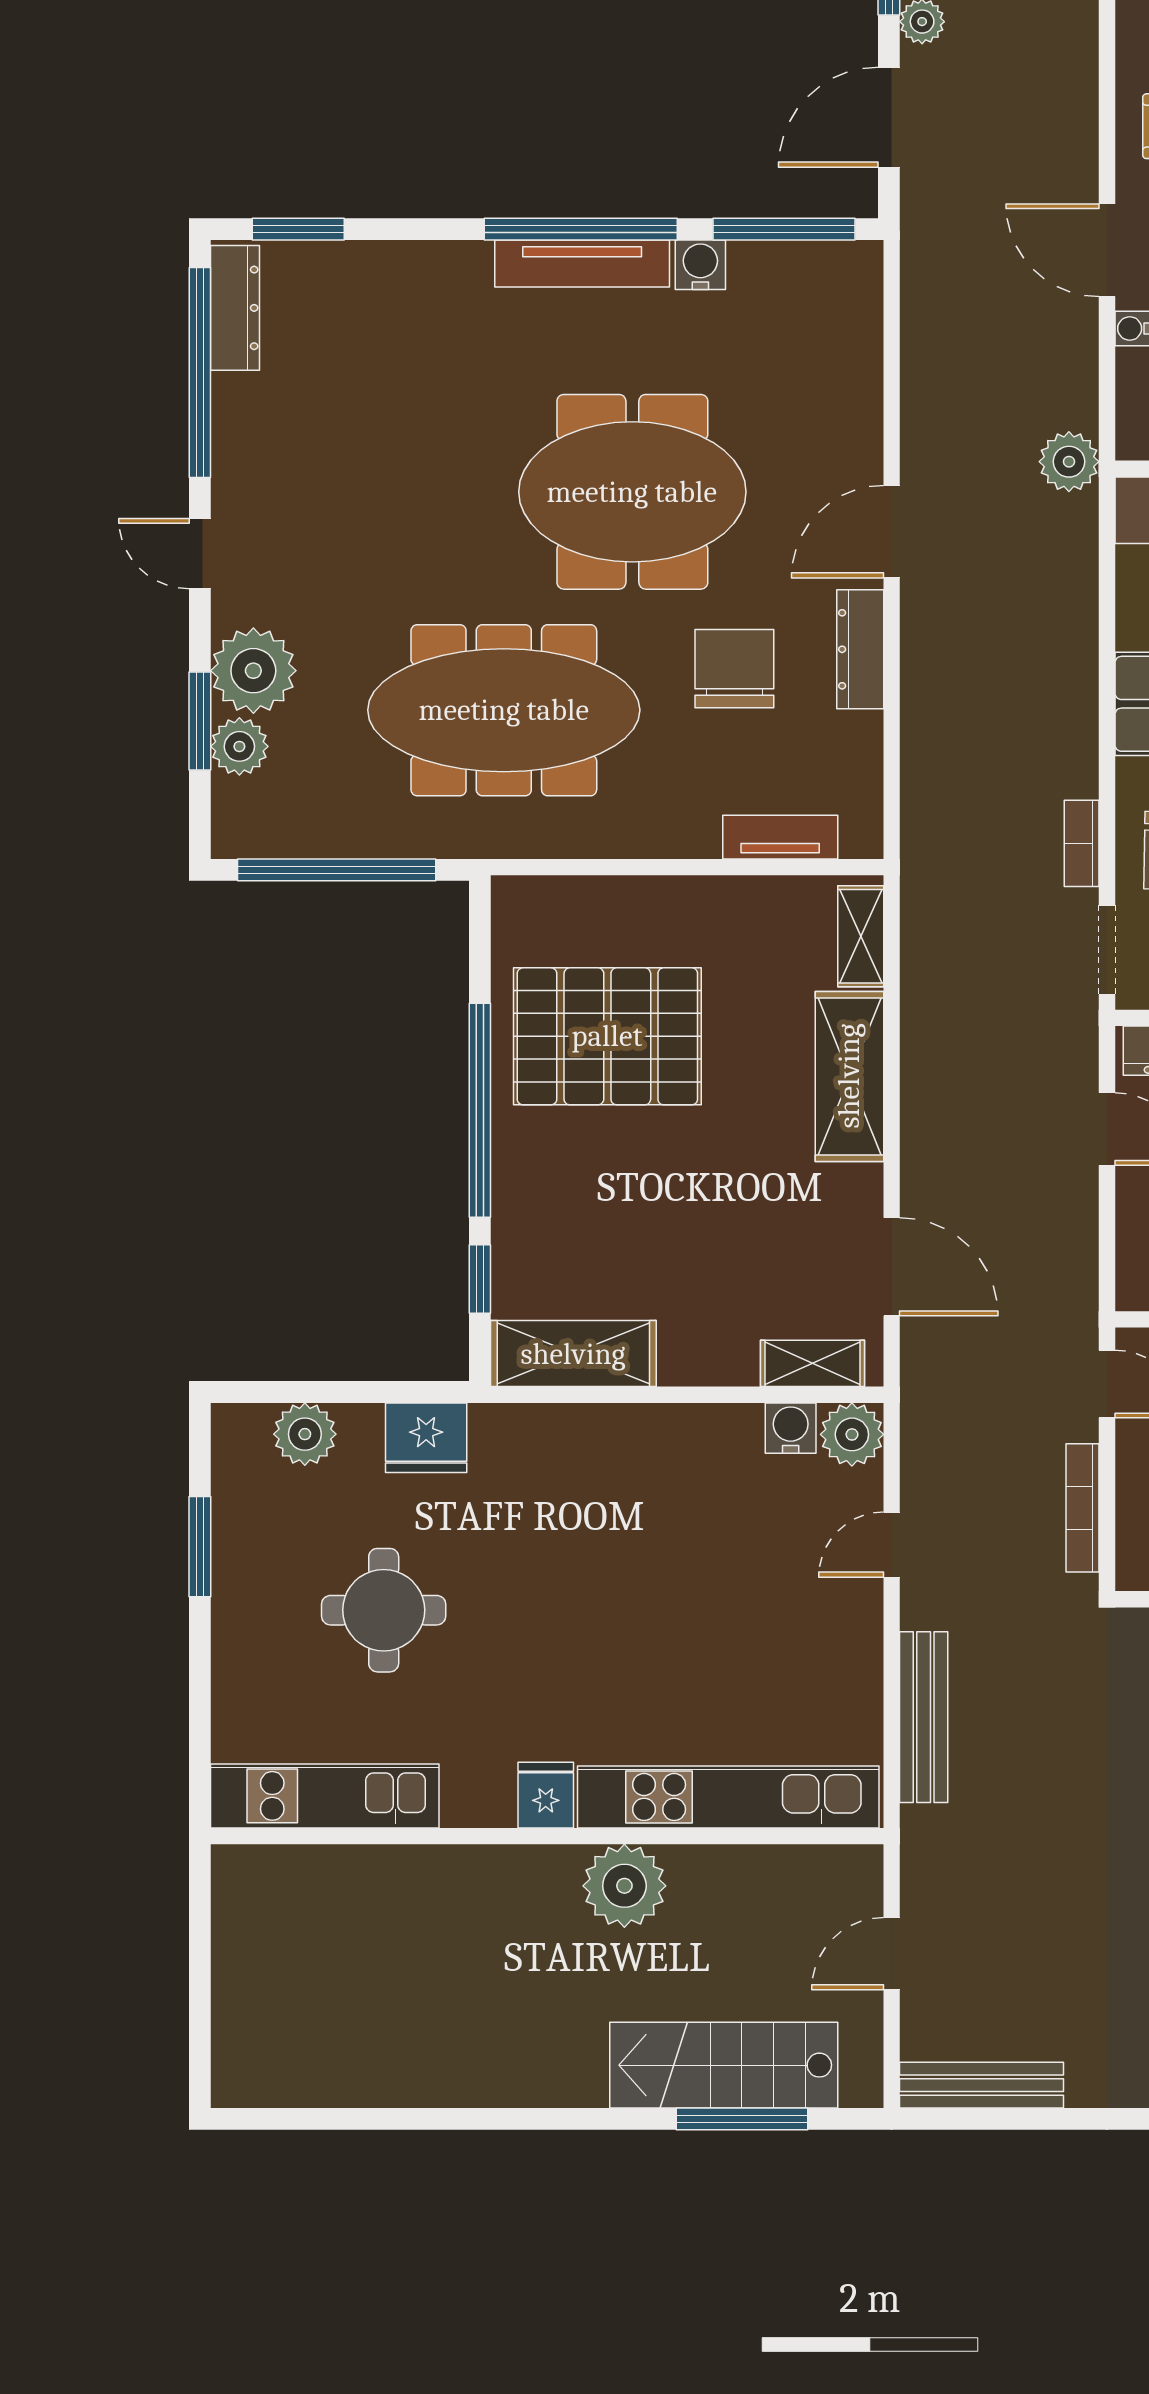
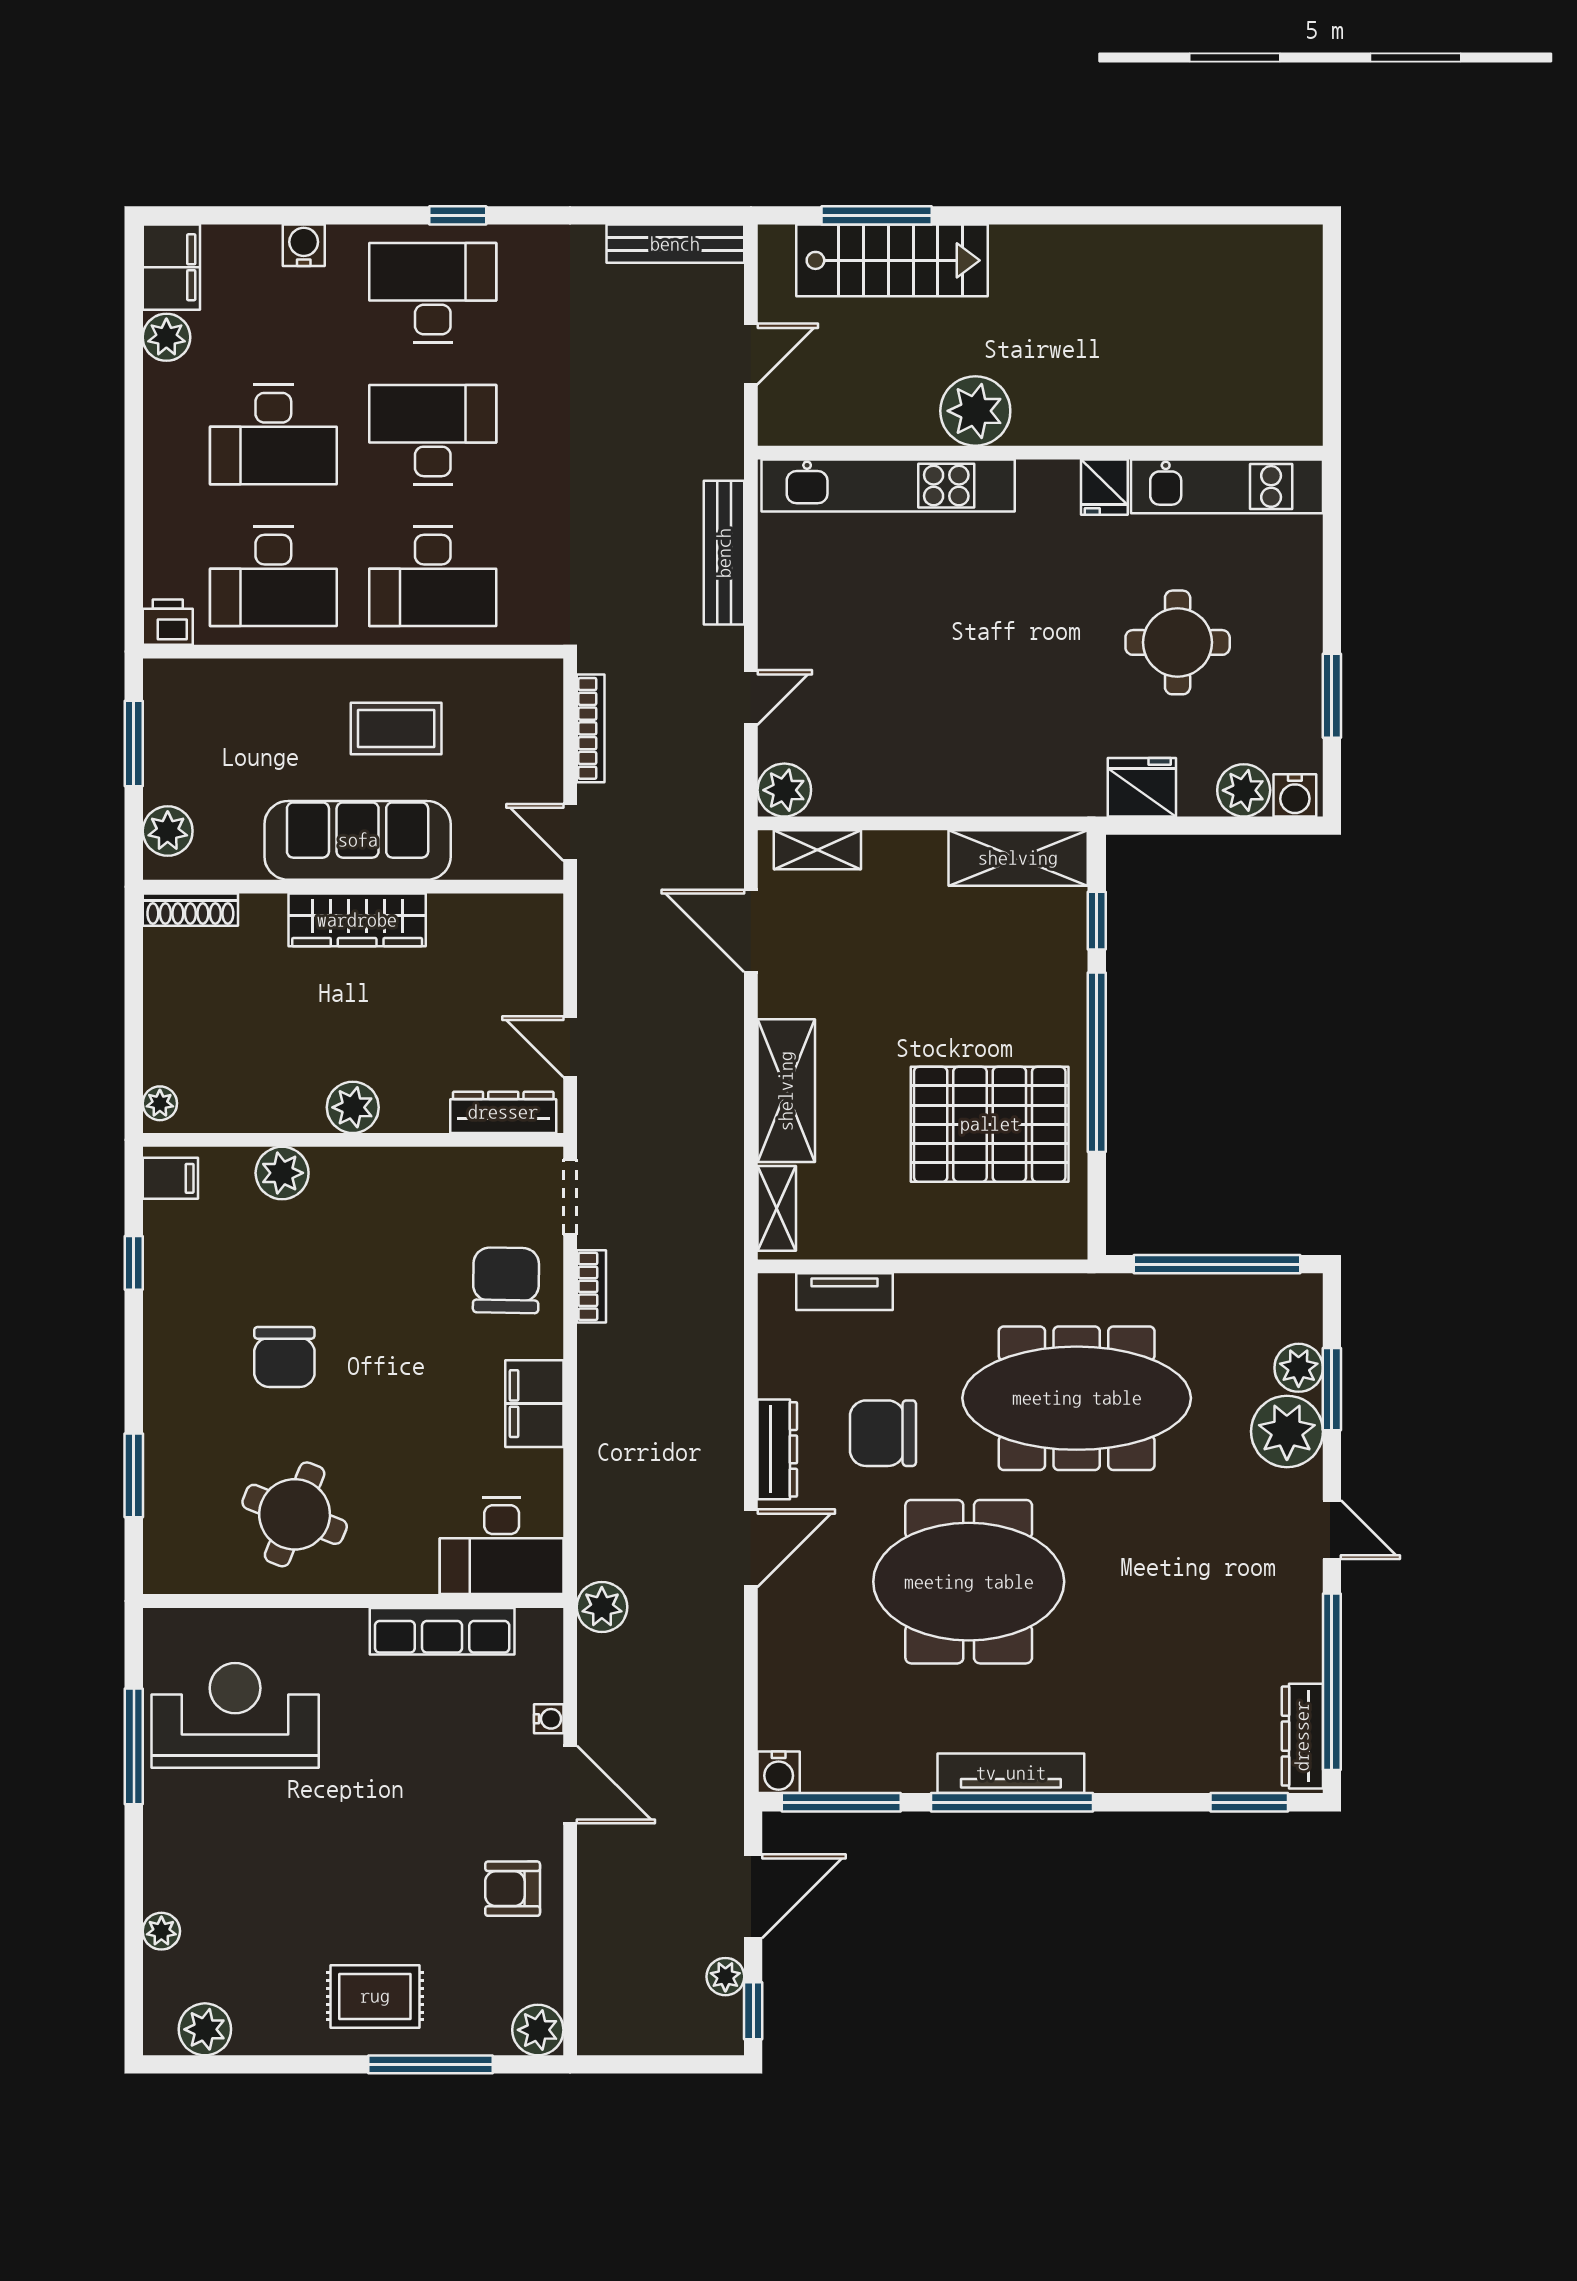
water cooler: (700, 265) -> (779, 1772), moved
chair: (734, 669) -> (883, 1433), turned 90
water cooler: (791, 1428) -> (1295, 795), moved
fridge: (546, 1795) -> (1104, 487), moved

